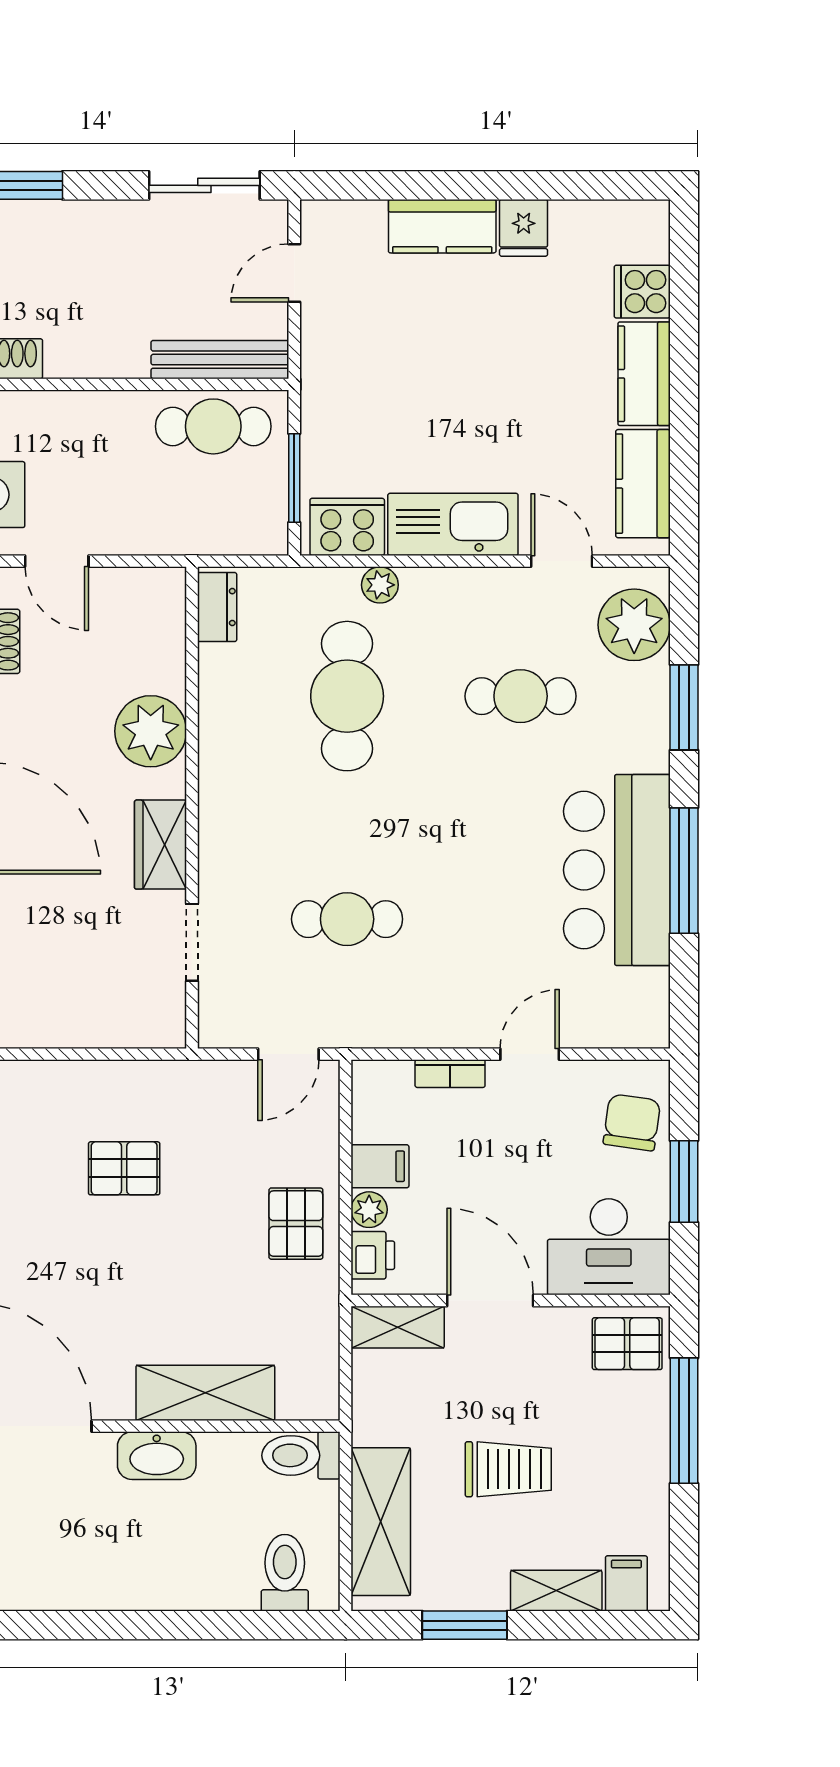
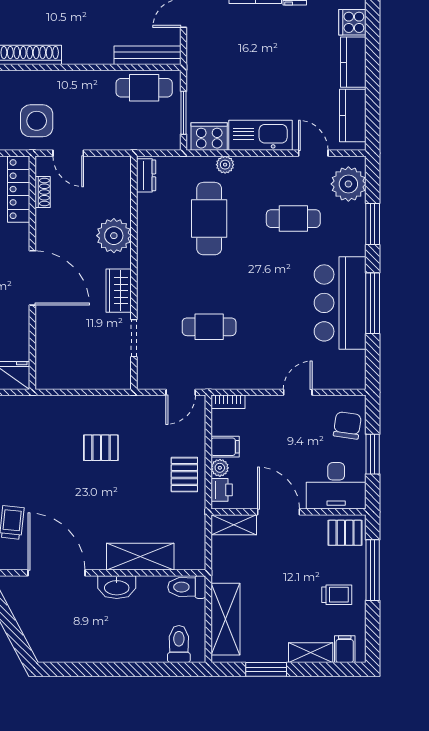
bookcase: (450, 1074) -> (228, 402), moved
trolley: (508, 1469) -> (337, 595), moved, width x0.73, depth x0.72

